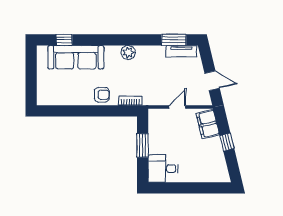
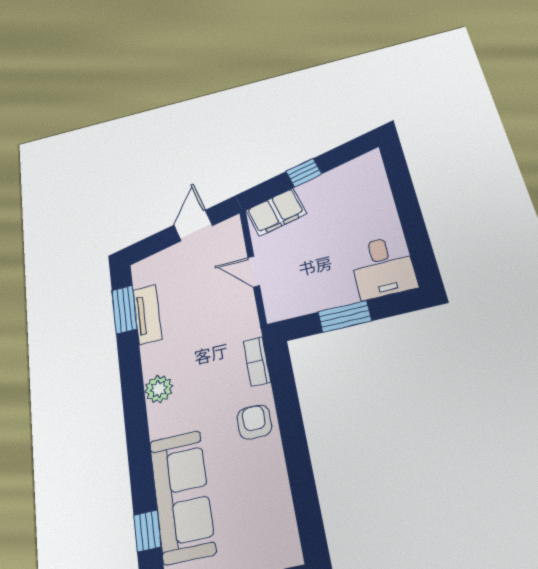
tv unit: (181, 51) -> (147, 314), moved

